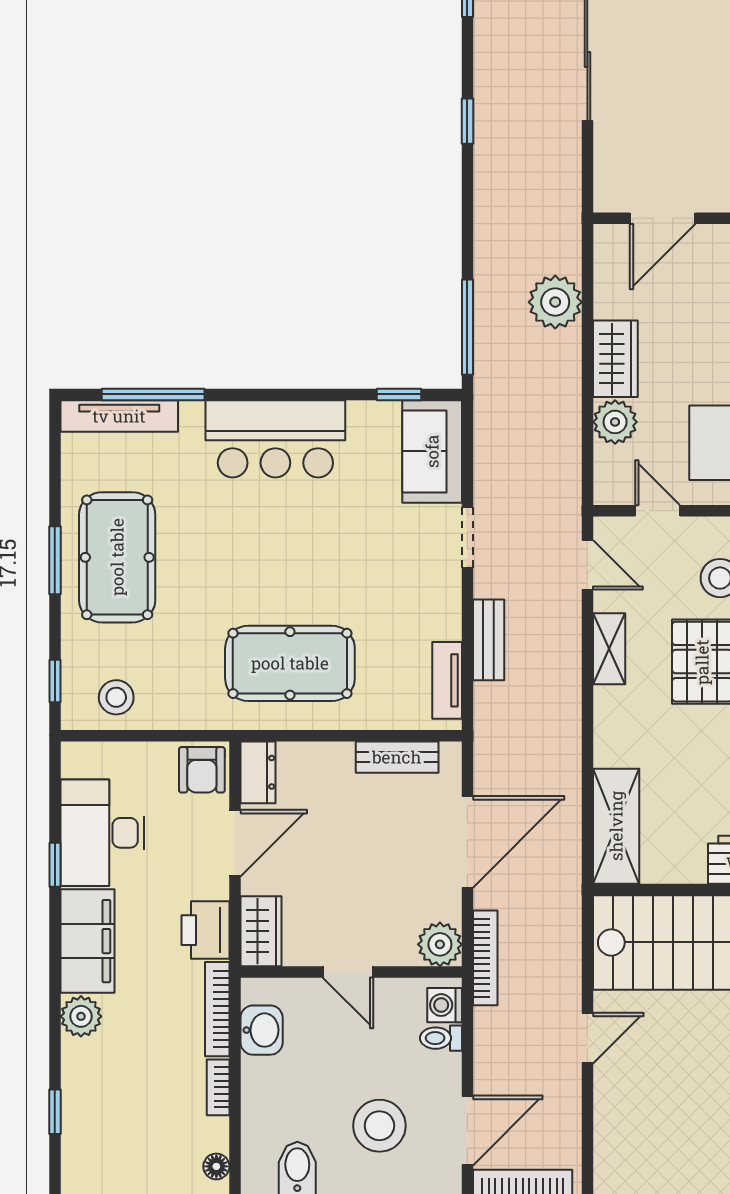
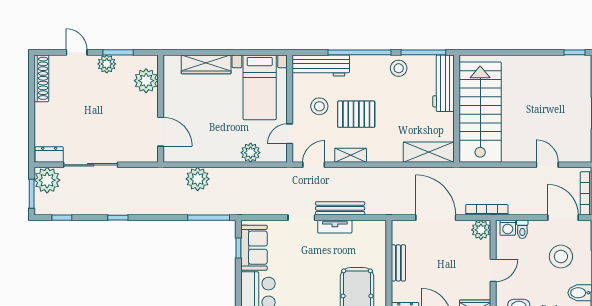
wardrobe: (615, 359) -> (223, 152), removed
sofa: (432, 451) -> (254, 248), moved, turned -90
bench: (489, 640) -> (340, 208), width x1.36
tv unit: (447, 680) -> (335, 227), moved
bench: (397, 757) -> (398, 263), moved
door: (587, 1038) -> (547, 165), moved

